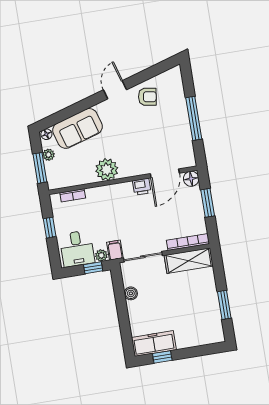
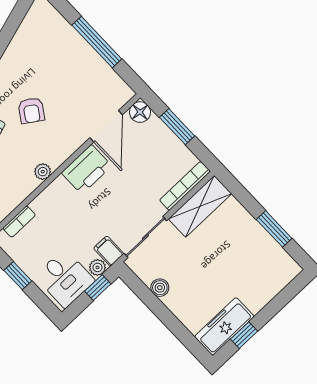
armchair: (147, 97) -> (31, 110), moved, turned 115
plant: (107, 170) -> (43, 172), width x0.53, depth x0.53
printer: (142, 187) -> (87, 169), width x1.87, depth x1.48

